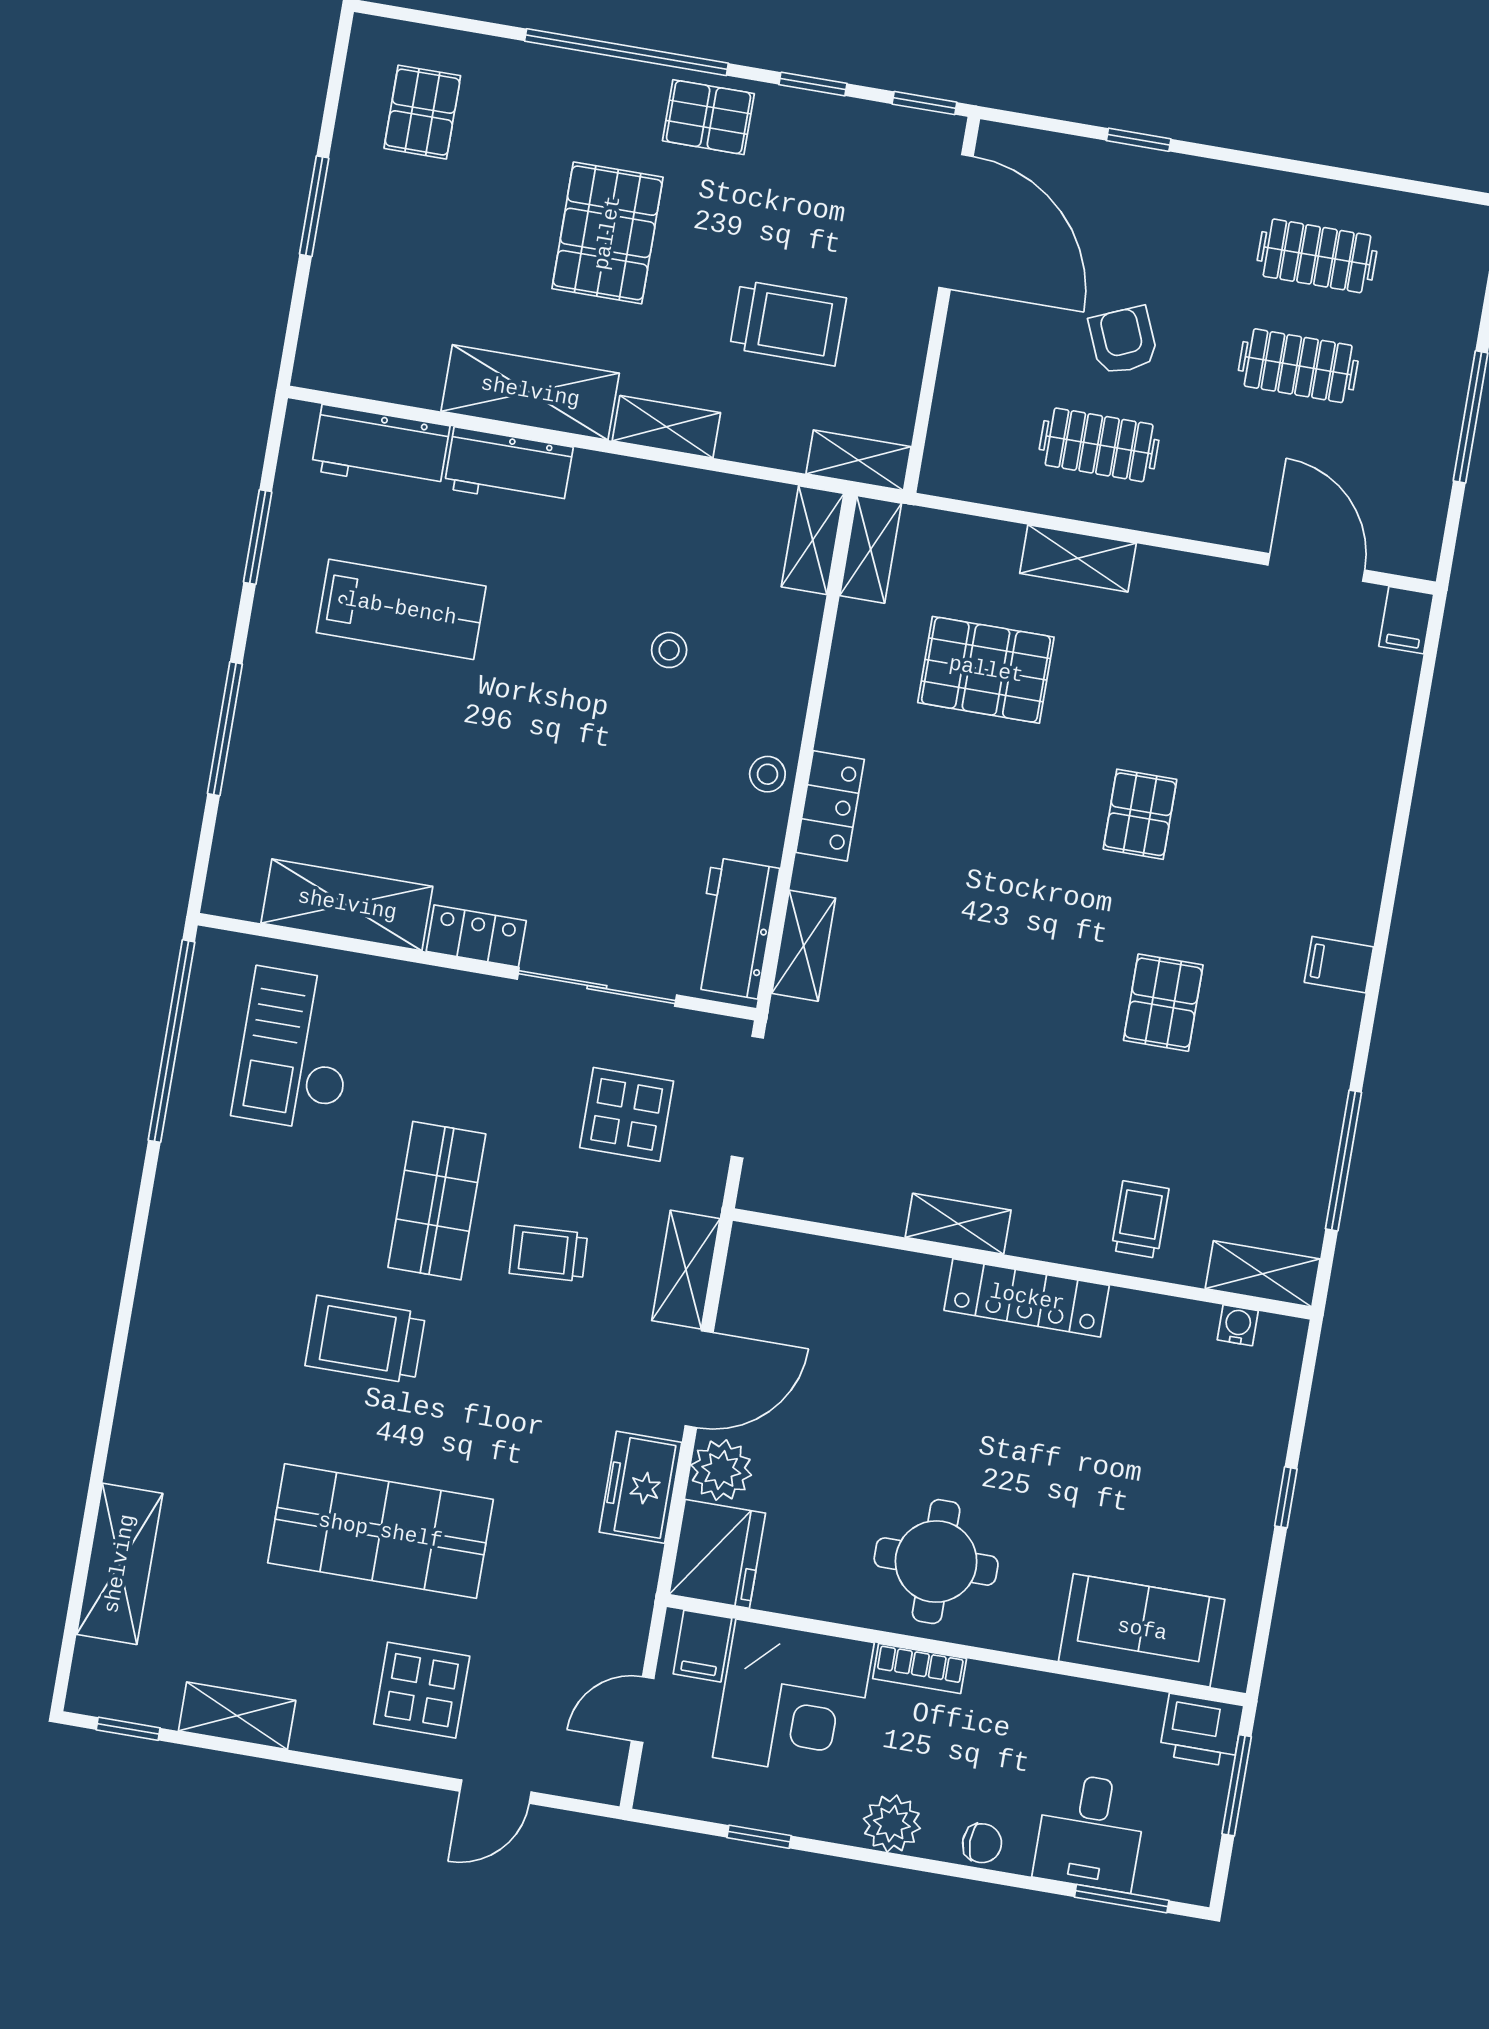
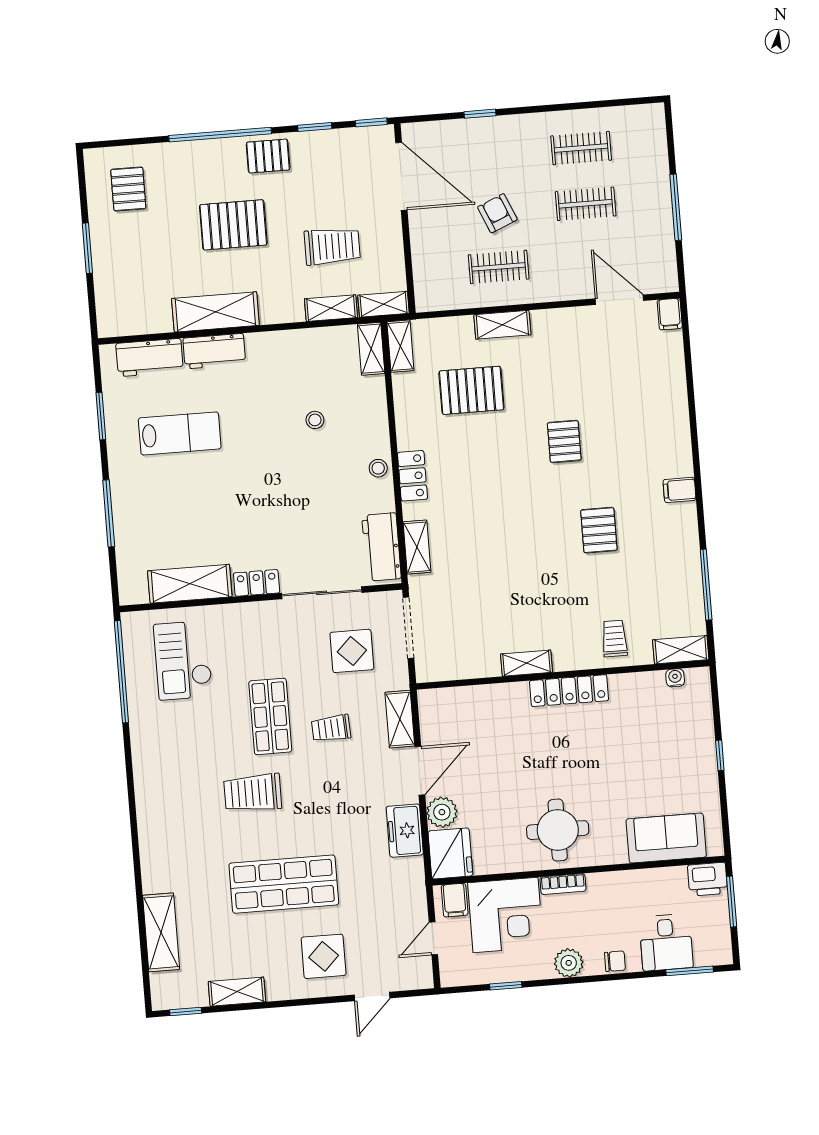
pallet: (608, 233) -> (233, 225), turned 90
shelving: (666, 427) -> (331, 308), moved

